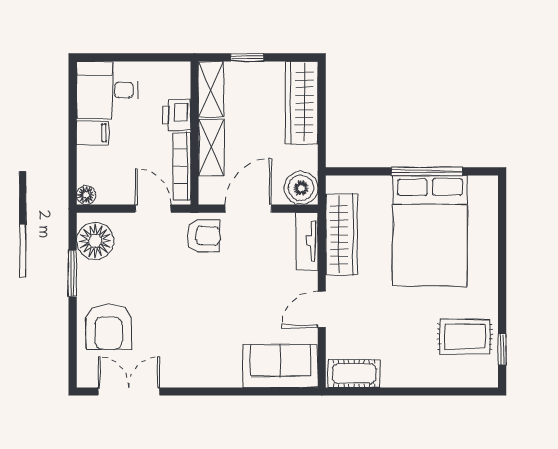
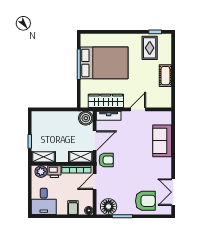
plant: (177, 84) -> (41, 172), added
wardrobe: (302, 103) -> (49, 118), removed
filing cabinet: (93, 133) -> (73, 208), moved
shelving: (211, 148) -> (81, 157), moved
door: (248, 209) -> (95, 141), swing flipped
armchair: (204, 236) -> (106, 160), turned 90
door: (322, 309) -> (138, 109), swing flipped
sofa: (280, 366) -> (162, 141), moved
cot: (354, 374) -> (165, 76), moved

